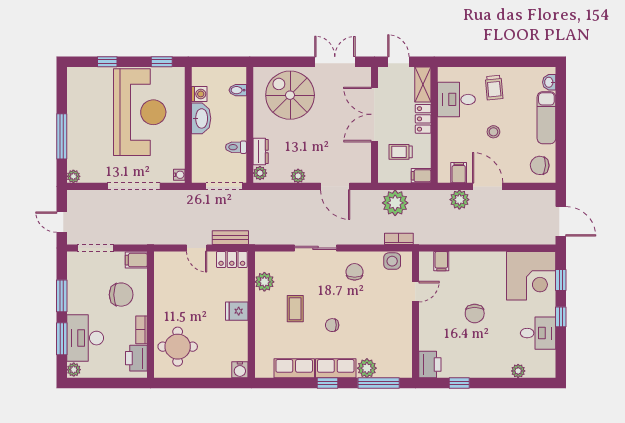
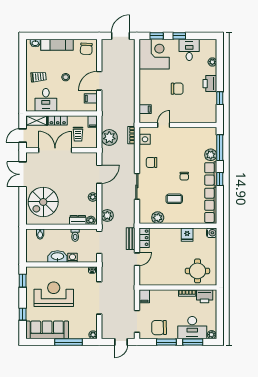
washing machine: (199, 94) -> (72, 258), moved
sofa: (82, 102) -> (47, 330), added
reception desk: (140, 112) -> (54, 294), width x0.74, depth x0.77
double door: (374, 114) -> (55, 150), swing flipped
plant: (459, 200) -> (107, 215), moved
door: (415, 292) -> (164, 125), hinge flipped
chair: (121, 295) -> (159, 328), moved, turned -91
fridge: (237, 311) -> (187, 235), moved
printer: (430, 364) -> (210, 84), moved, turned -90
row of seats: (294, 368) -> (211, 205), width x1.48

